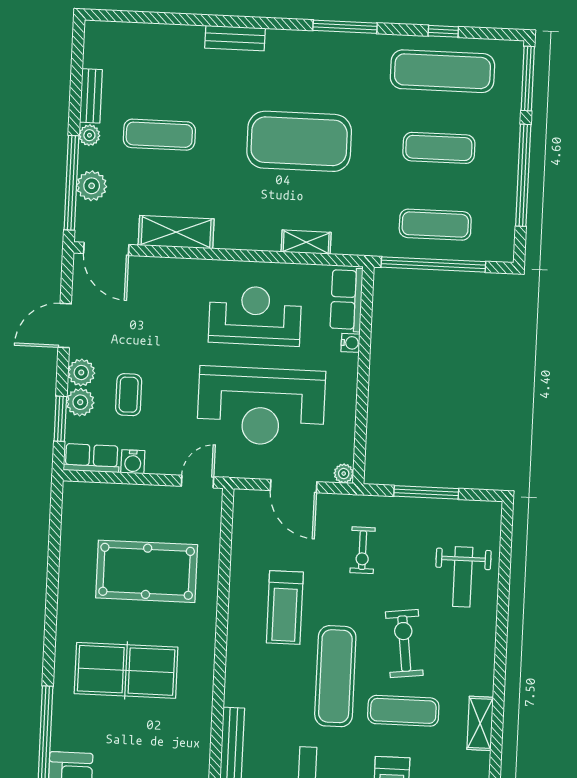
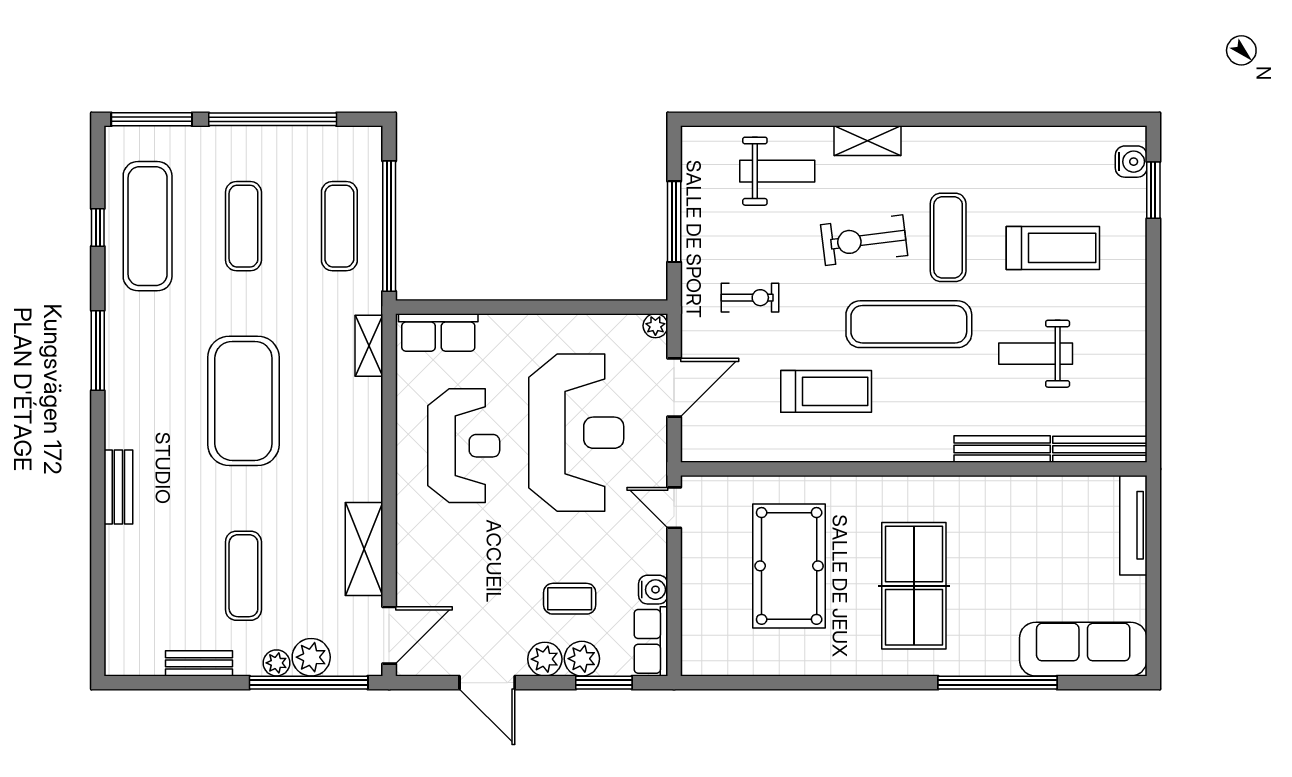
plant: (89, 135) -> (277, 663), moved
shelving: (306, 242) -> (369, 346), moved
reception desk: (255, 316) -> (464, 446), turned 180
water cooler: (350, 343) -> (492, 325), removed
shelving: (480, 723) -> (867, 141), moved

